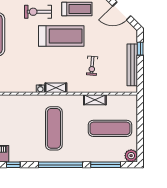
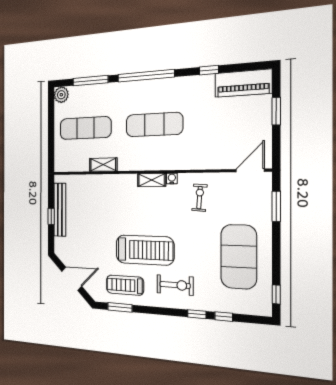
treadmill: (61, 36) -> (145, 250), turned 180
window: (140, 49) -> (51, 216), moved
exercise bike: (92, 66) -> (199, 198), moved
exercise mat: (54, 128) -> (154, 125), turned 90

